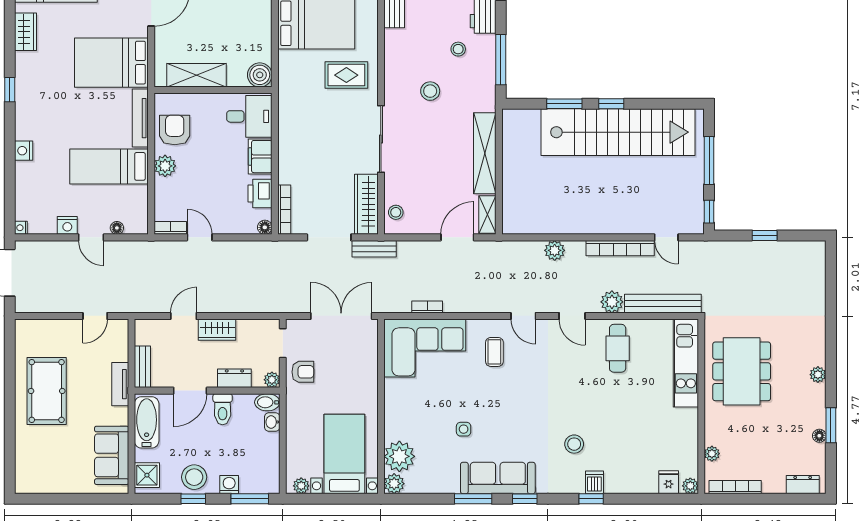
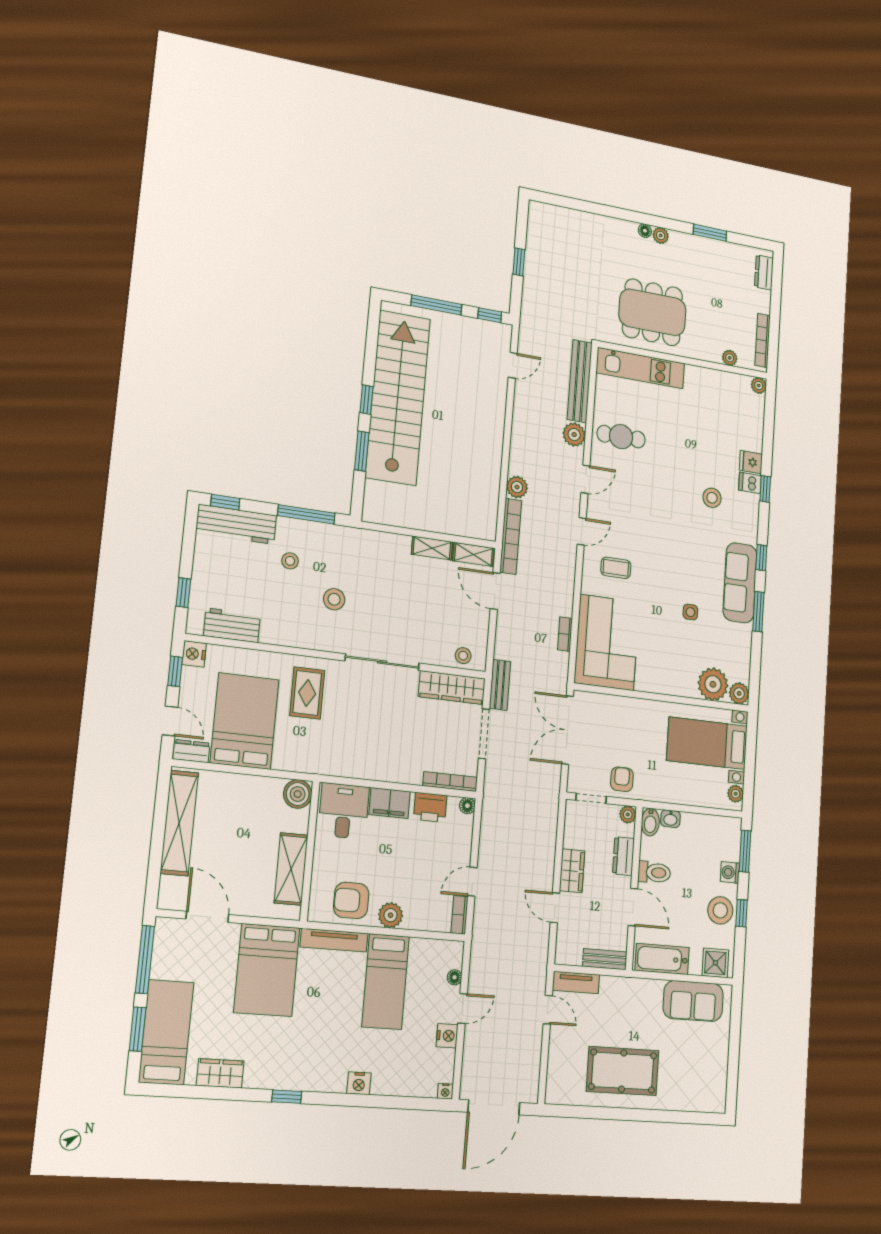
shelving: (485, 153) -> (432, 548), width x0.45, depth x0.75
bookcase: (620, 248) -> (511, 536), moved
tv unit: (120, 384) -> (576, 982), moved
floor lamp: (819, 436) -> (645, 231), moved
fridge: (669, 482) -> (751, 462), moved

